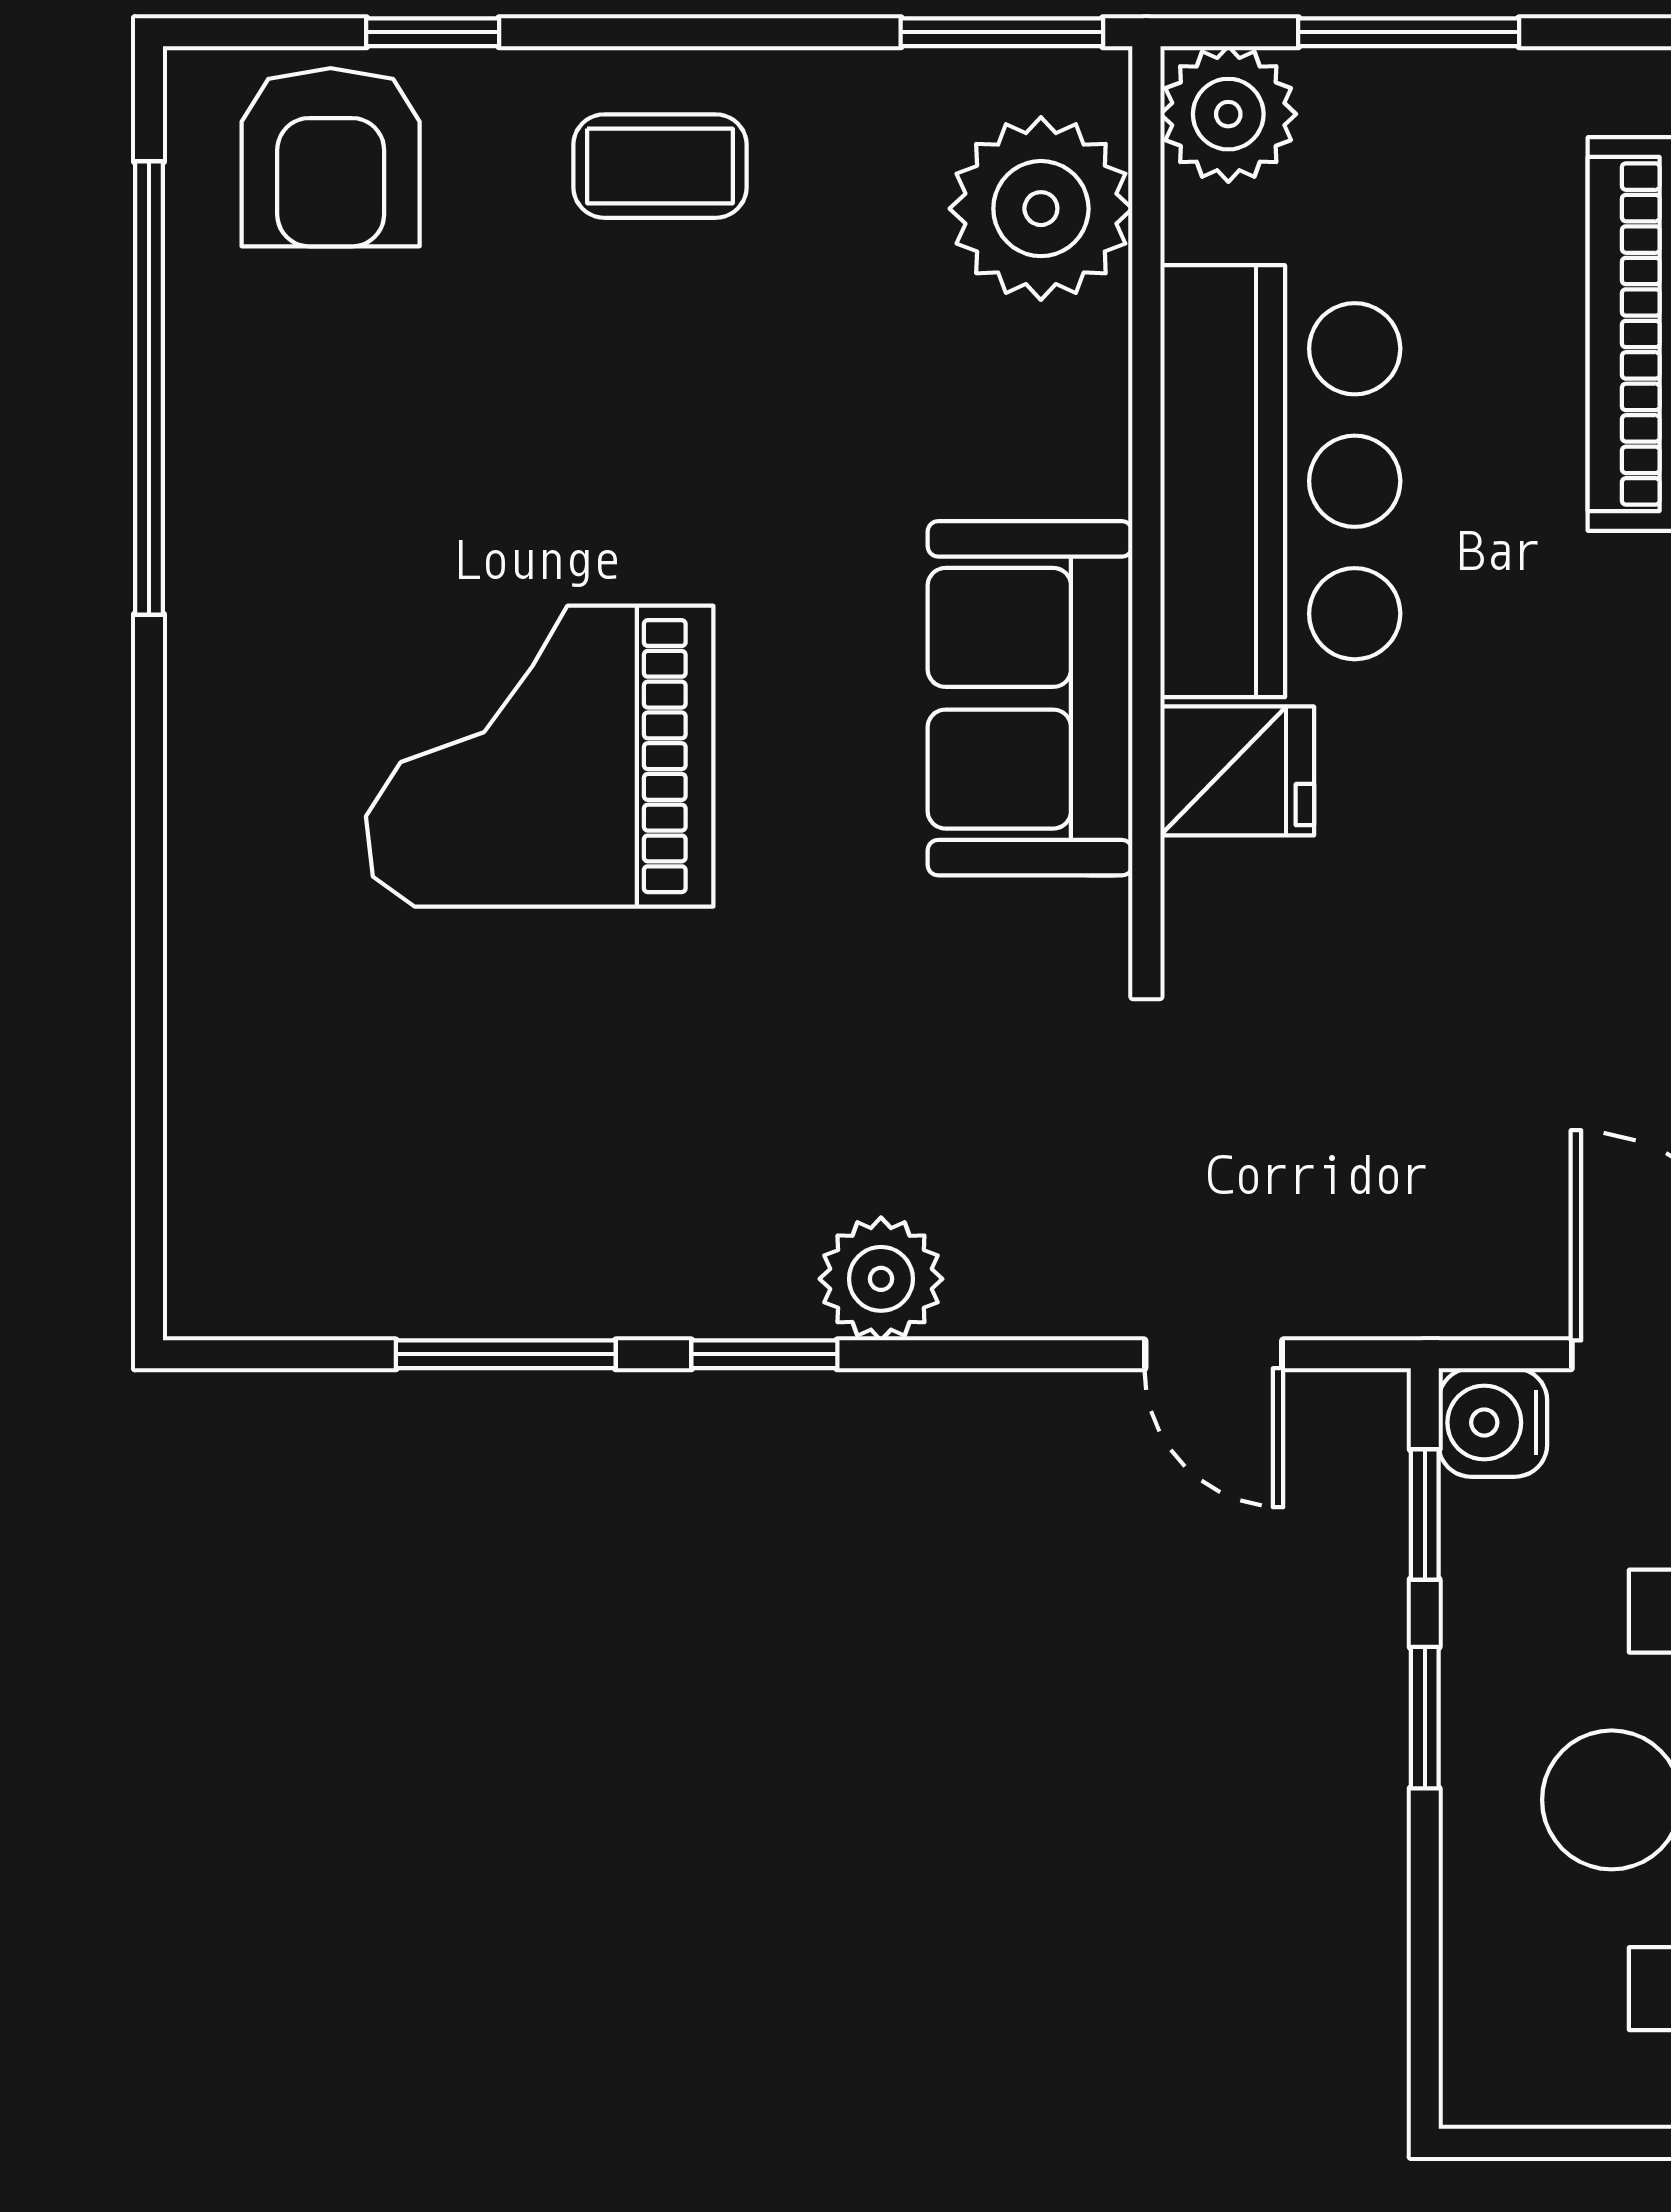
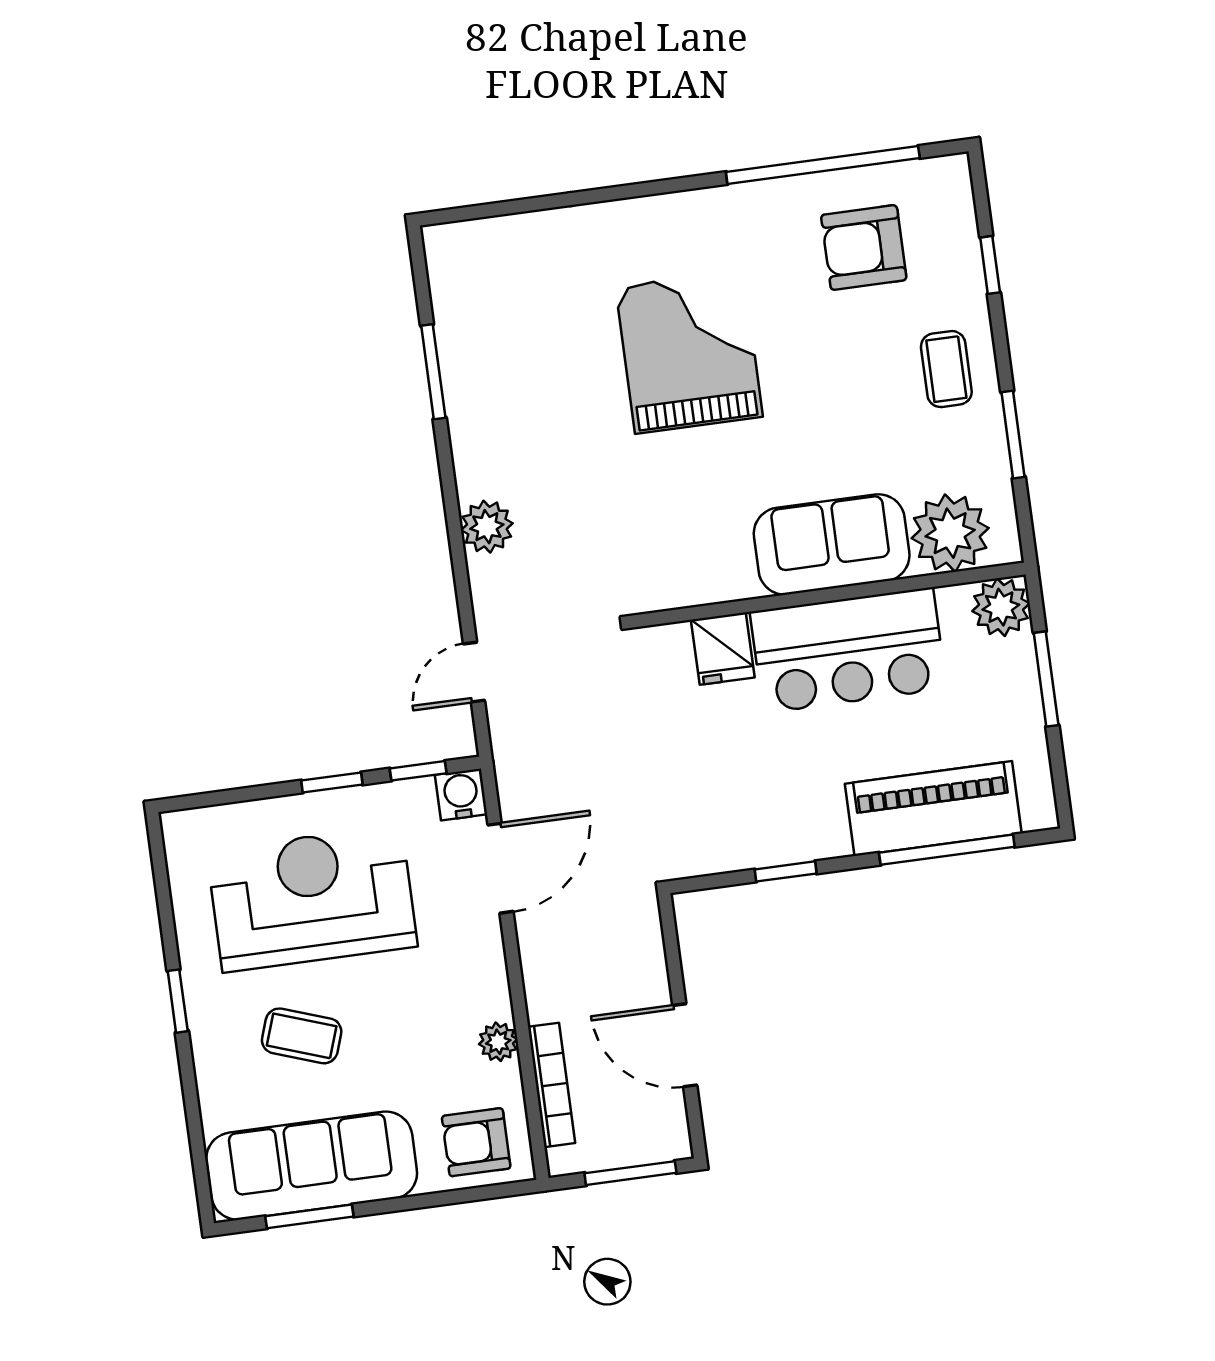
window: (1002, 32) -> (1013, 435), moved
armchair: (331, 157) -> (864, 247), moved
sofa: (1030, 698) -> (832, 544), moved
window: (764, 1354) -> (448, 481), removed

